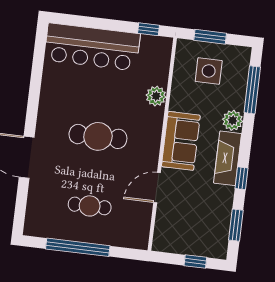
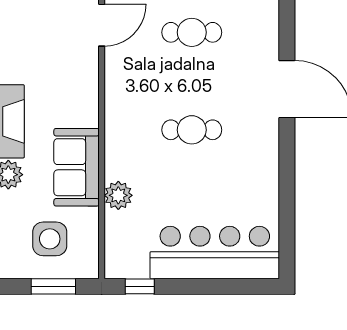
cafe table: (98, 136) -> (192, 130), width x0.73, depth x0.74
sofa: (181, 141) -> (77, 167), moved
door: (157, 188) -> (102, 25), moved

